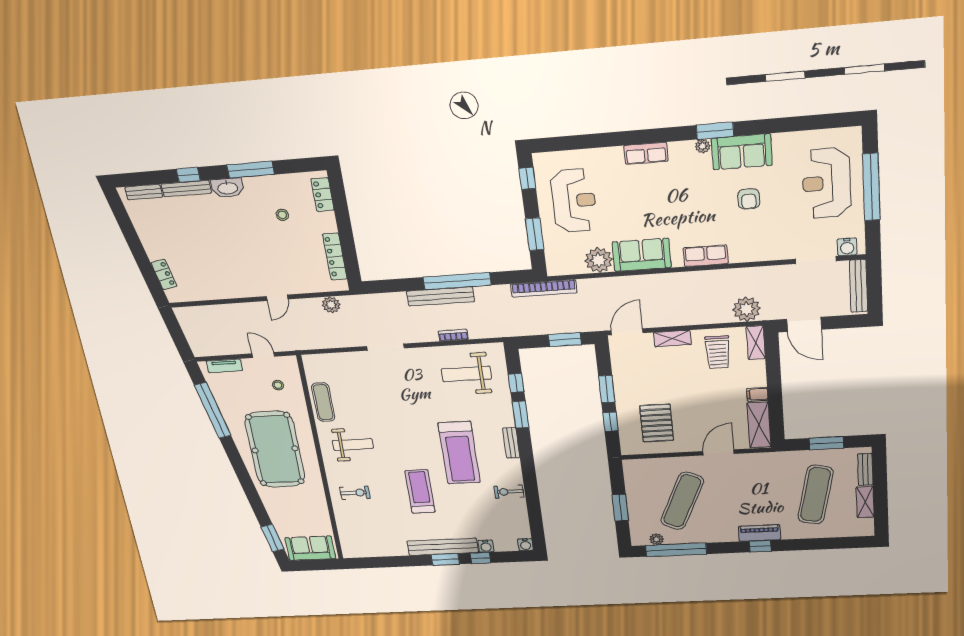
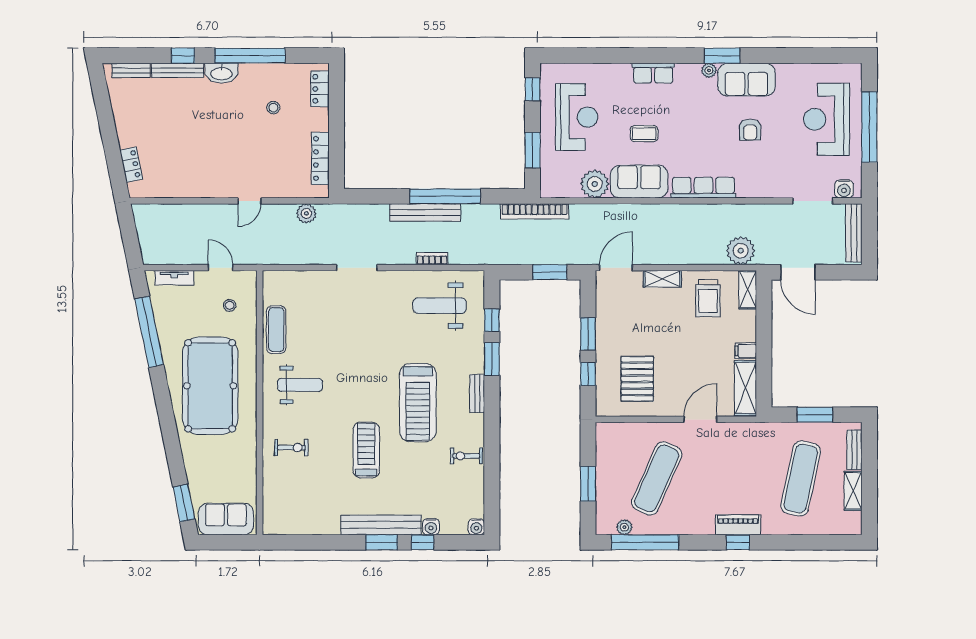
window: (251, 170) -> (250, 56), width x1.46
coffee table: (642, 211) -> (644, 134), added
row of seats: (706, 256) -> (703, 188), width x1.48

